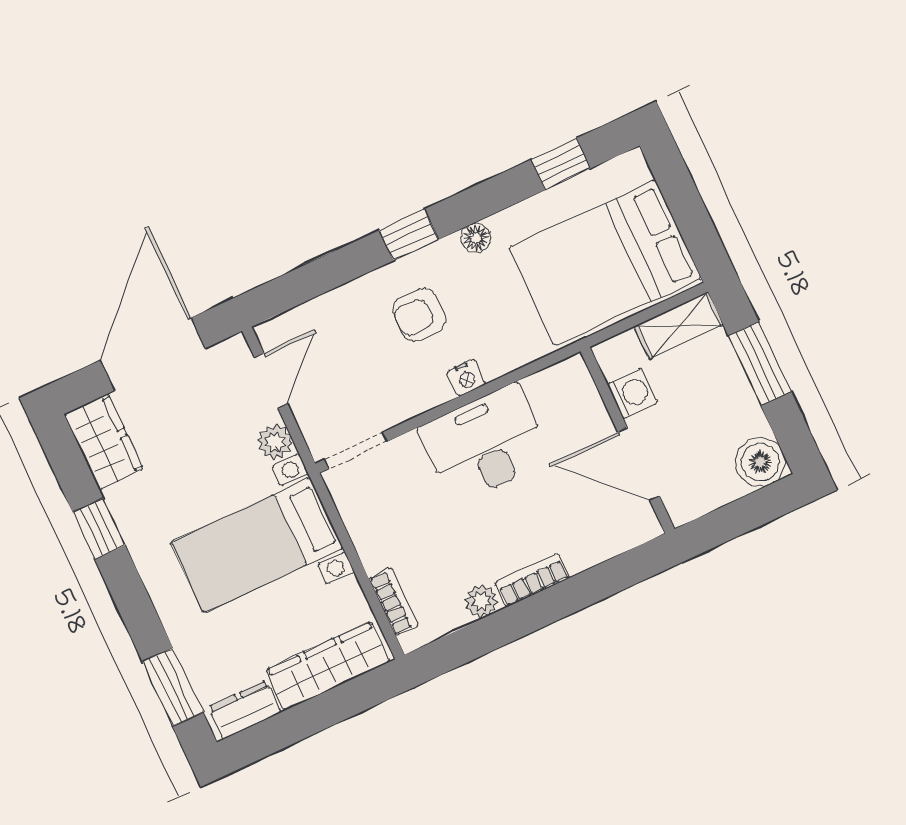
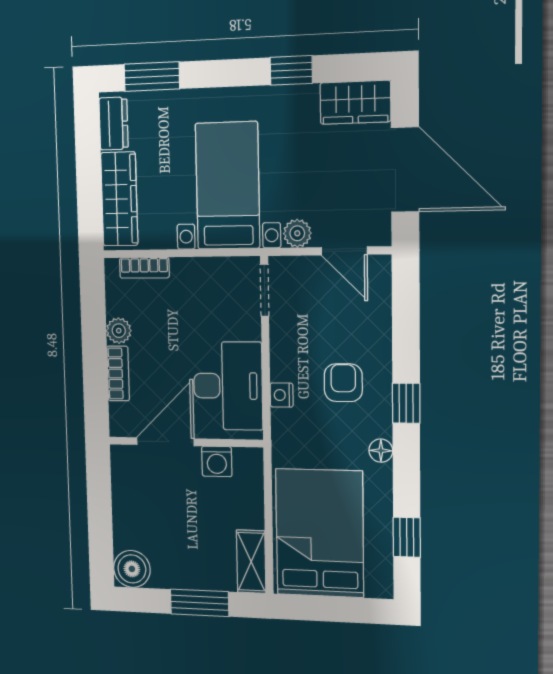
washing machine: (632, 393) -> (217, 461), moved
wall: (627, 440) -> (185, 442), moved
door: (639, 464) -> (165, 442), moved

